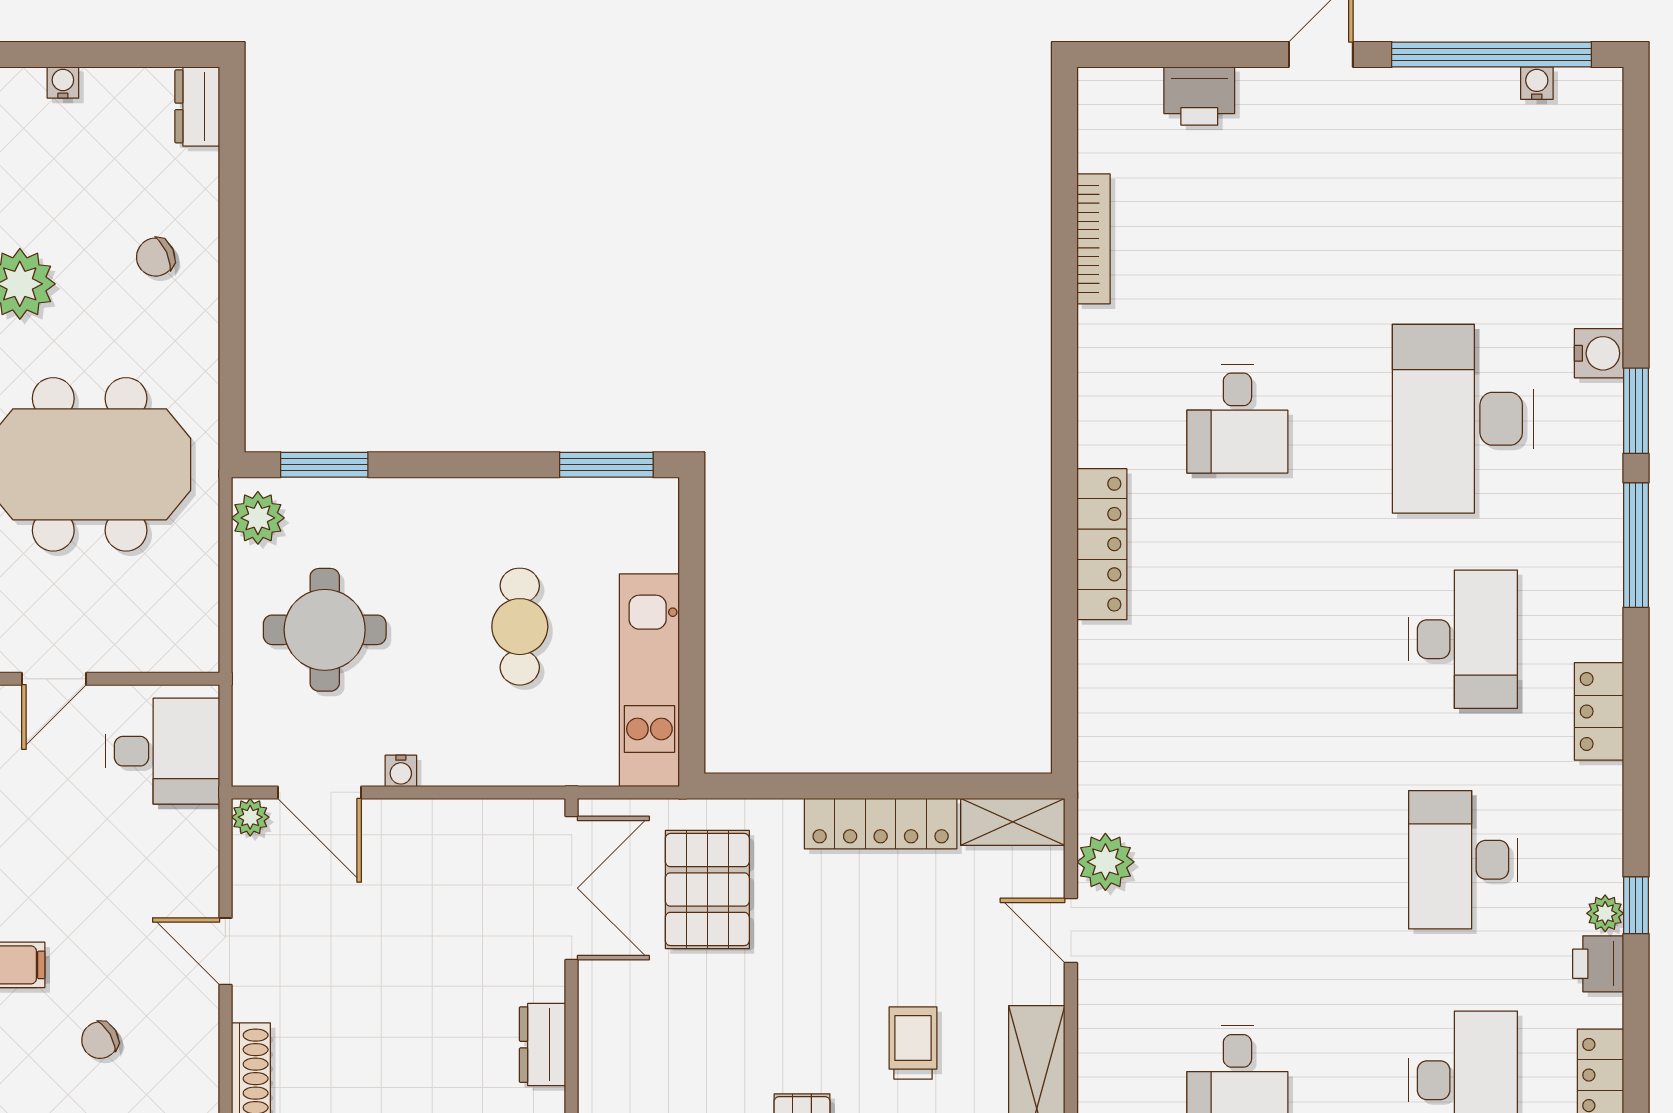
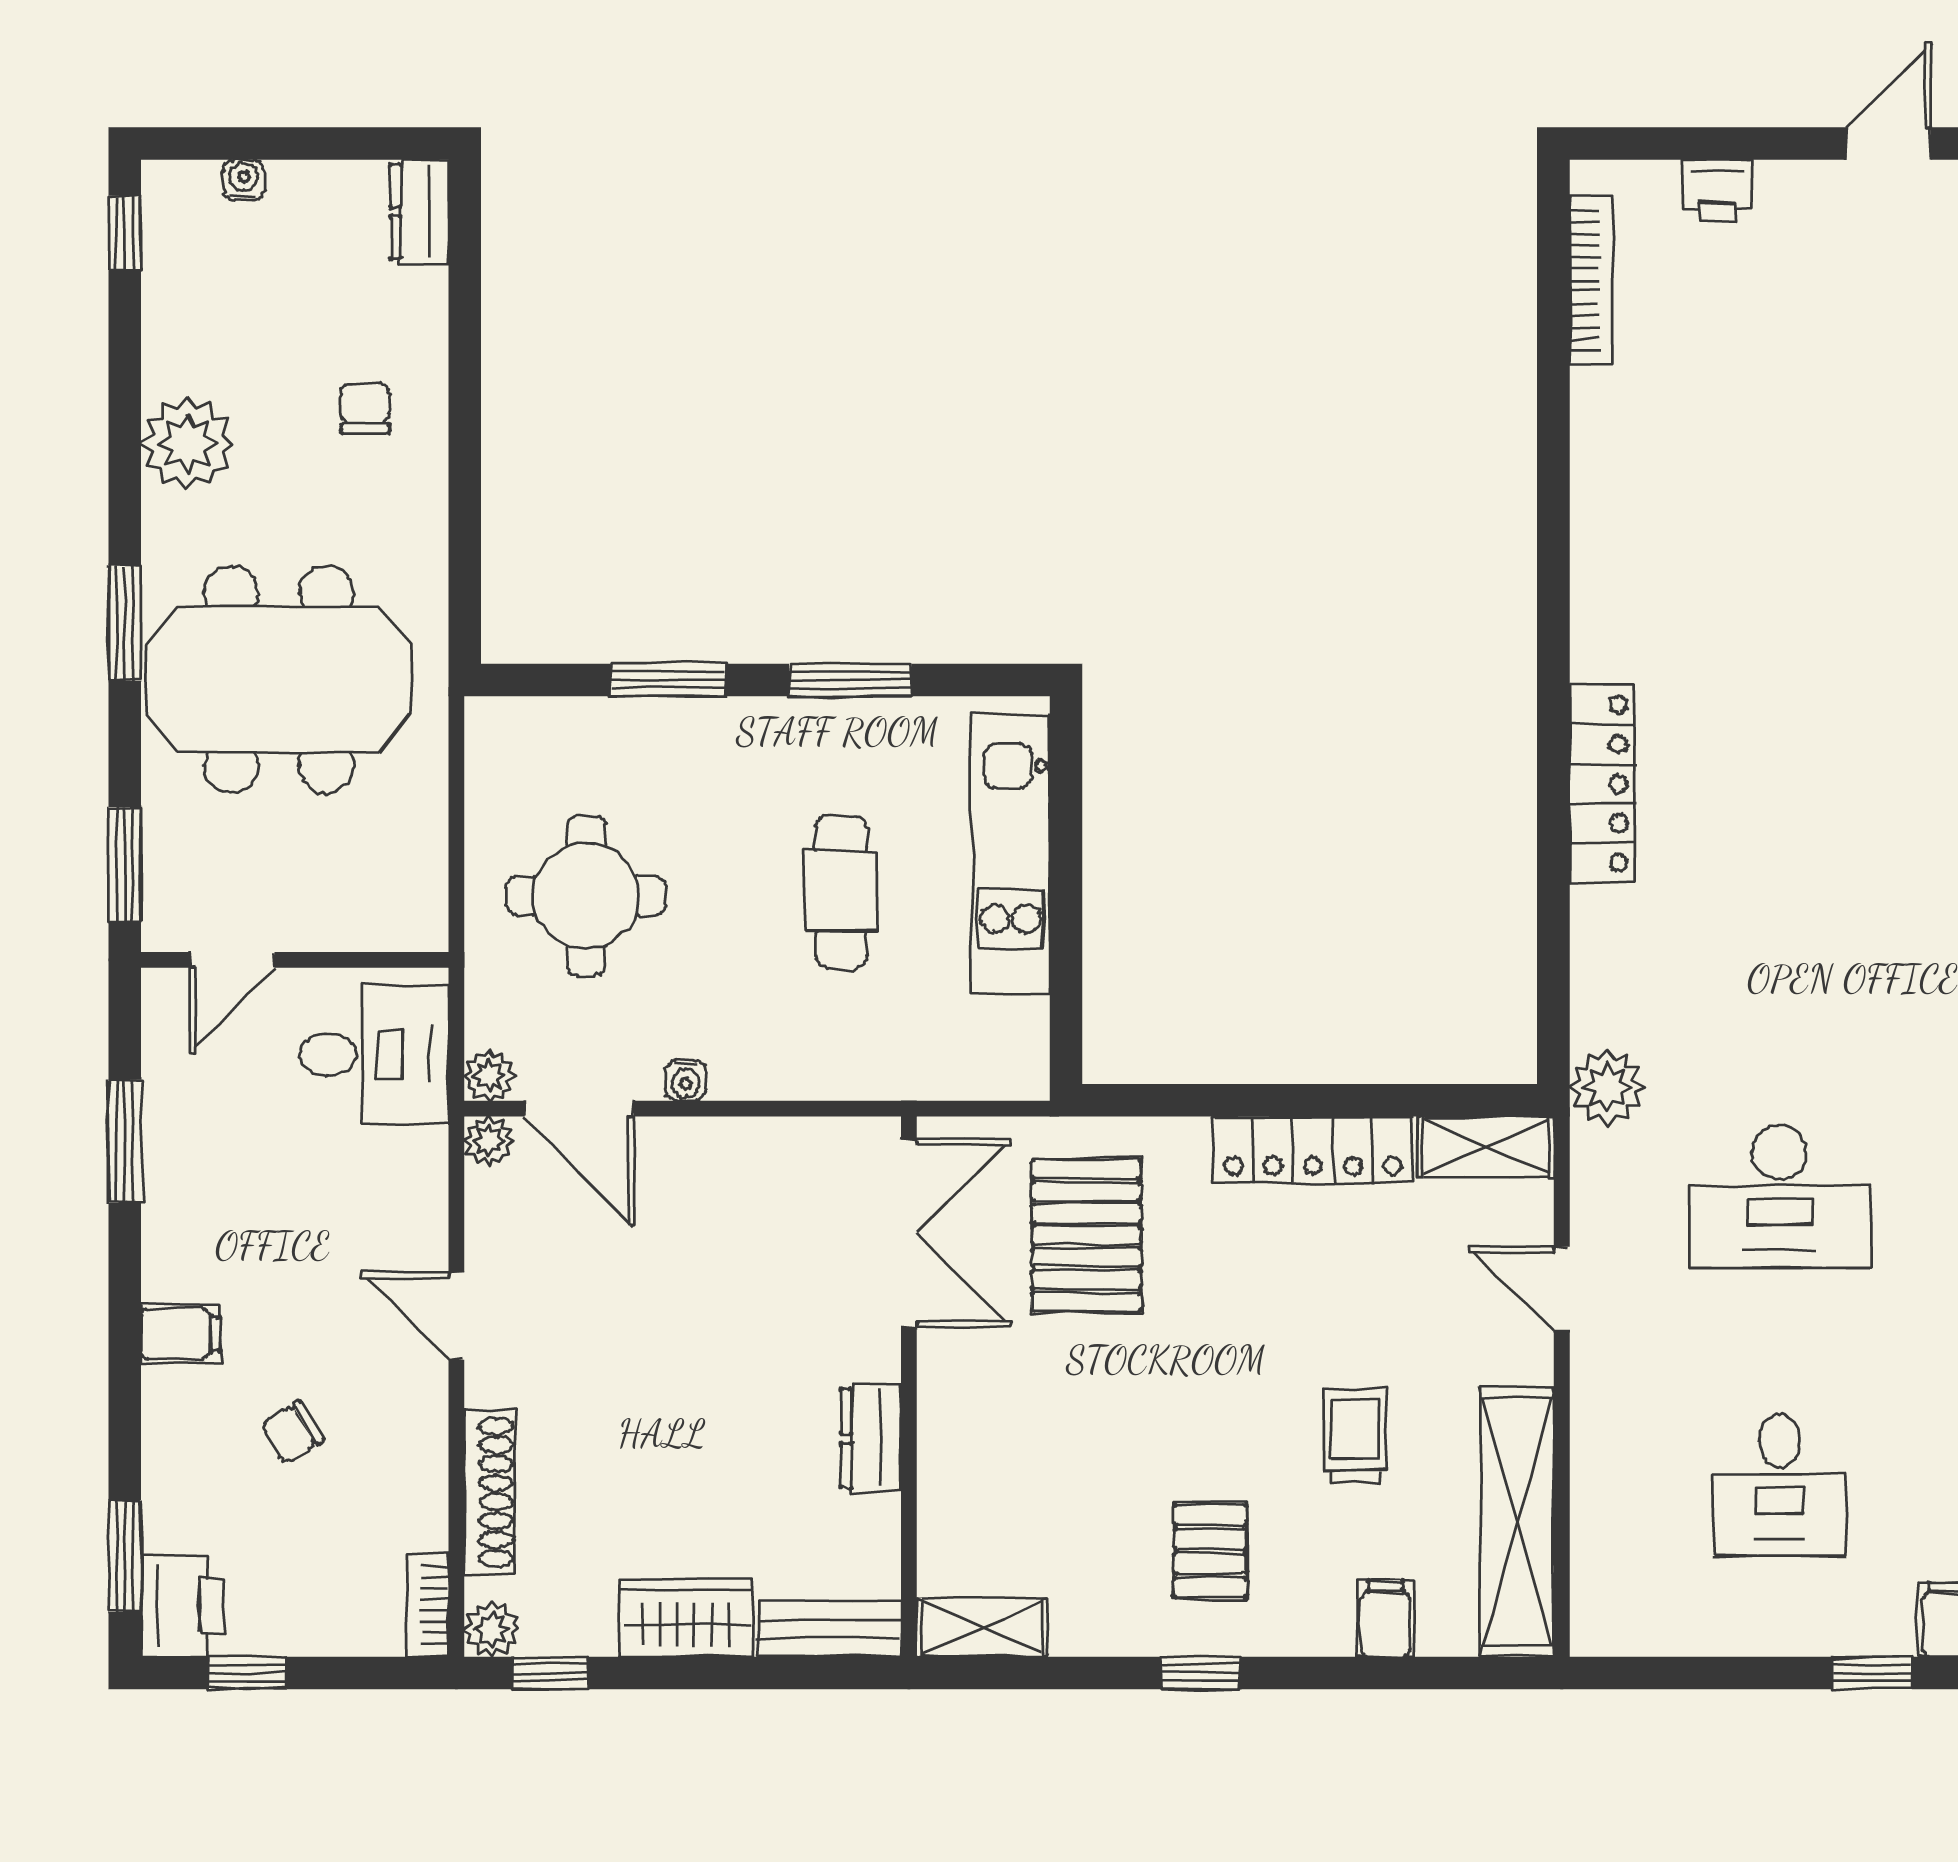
printer: (1199, 96) -> (1717, 190), width x0.73, depth x0.81
bookcase: (1093, 239) -> (1591, 281), moved
chair: (156, 257) -> (365, 408), turned 114
desk: (1237, 419) -> (1780, 1197), moved, width x1.37
window: (324, 465) -> (668, 680), moved
window: (606, 465) -> (850, 680), moved
plant: (258, 518) -> (489, 1076), moved, width x0.73, depth x0.73
kitchen unit: (649, 680) -> (1011, 855), moved
plant: (1105, 862) -> (1607, 1087), moved

